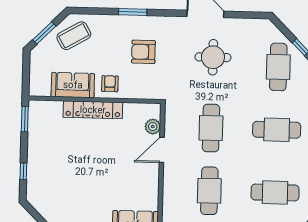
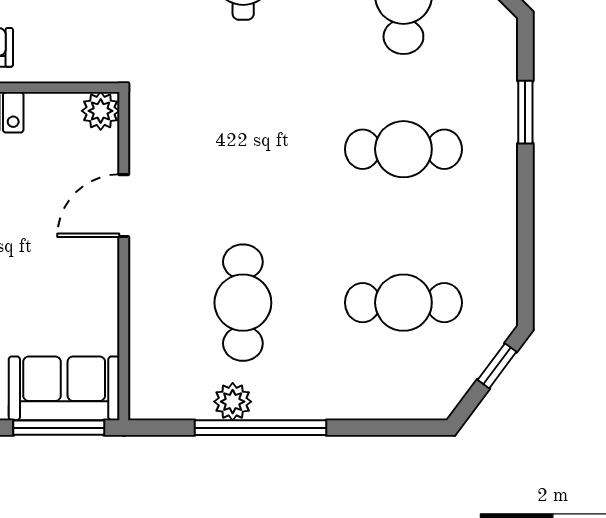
plant: (153, 127) -> (101, 111), moved
cafe table: (211, 128) -> (243, 149), removed

